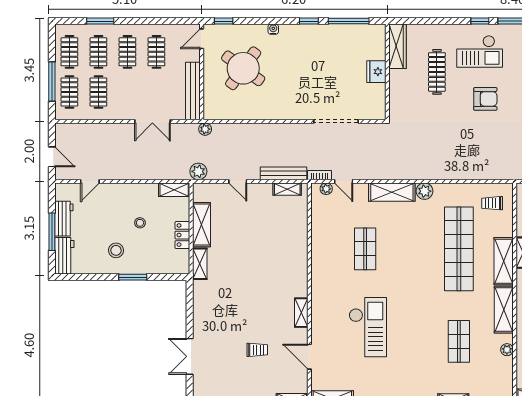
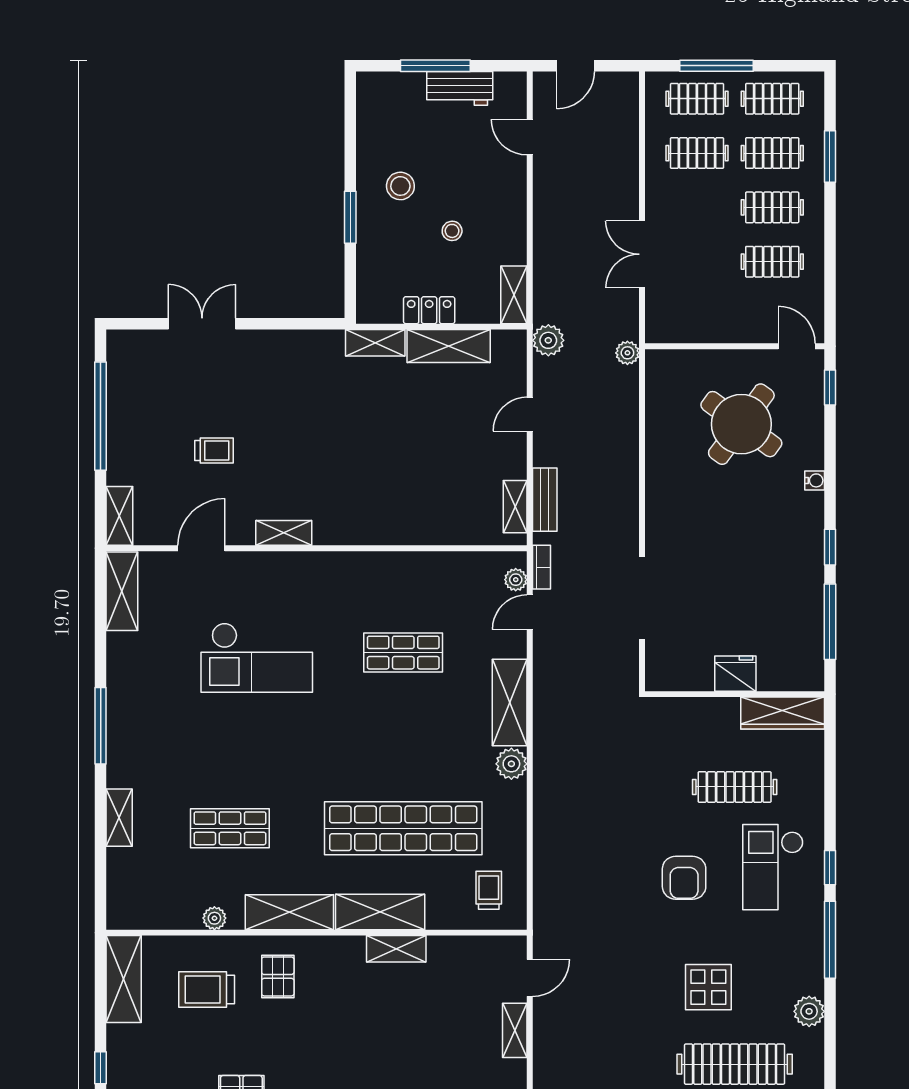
bench: (193, 91) -> (699, 330), removed
bench: (283, 173) -> (545, 500), width x0.73
workbench: (64, 256) -> (390, 89), removed
trolley: (257, 350) -> (214, 451), turned -90

